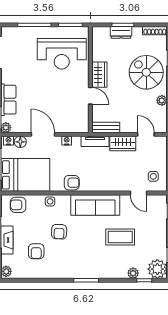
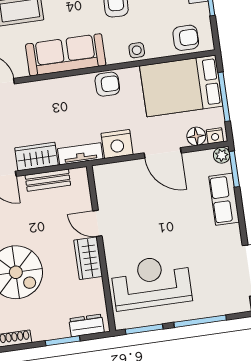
dresser: (121, 32) -> (87, 325), moved
bench: (106, 127) -> (48, 180), moved
nightstand: (67, 140) -> (117, 144), width x1.89, depth x1.79
armchair: (72, 183) -> (107, 84), turned 180

